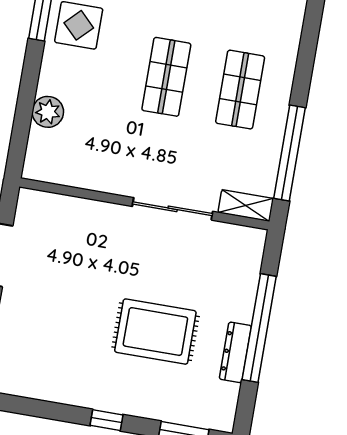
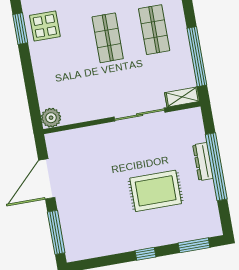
plant: (48, 112) -> (51, 118), moved
dresser: (235, 352) -> (203, 162), moved

